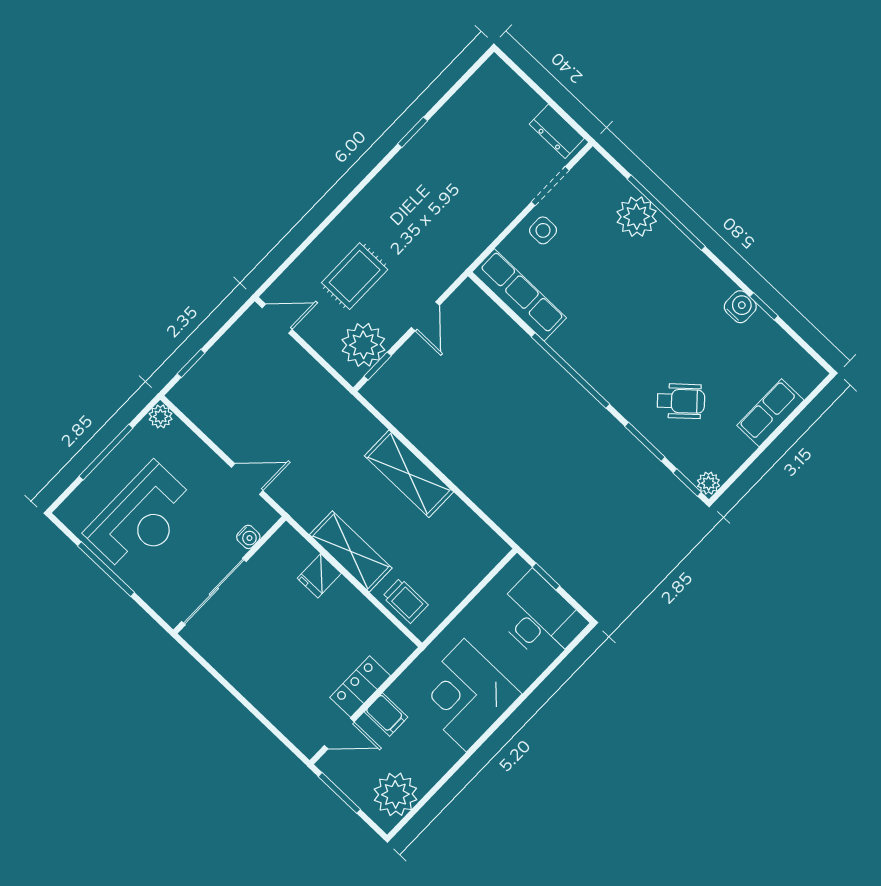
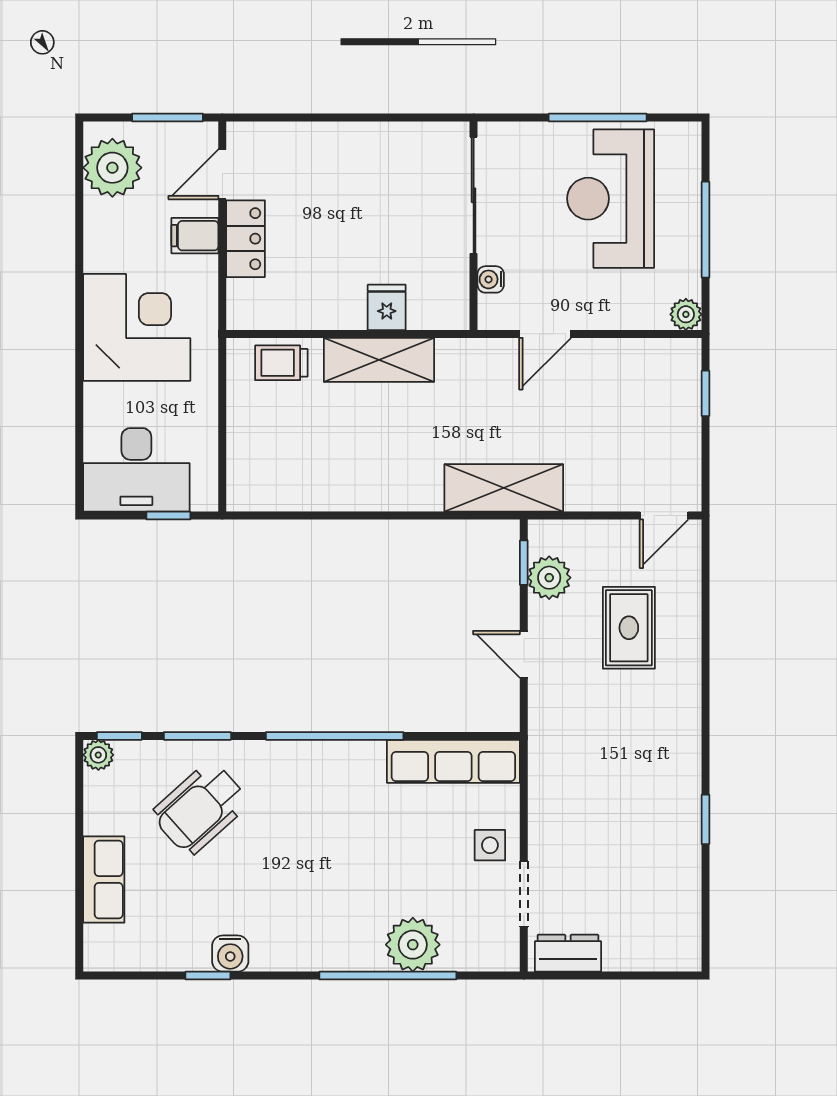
plant: (363, 345) -> (549, 578), width x0.73, depth x0.73
wheelchair: (681, 401) -> (200, 808), width x1.36, depth x1.37
shelving: (409, 474) -> (504, 488), moved

